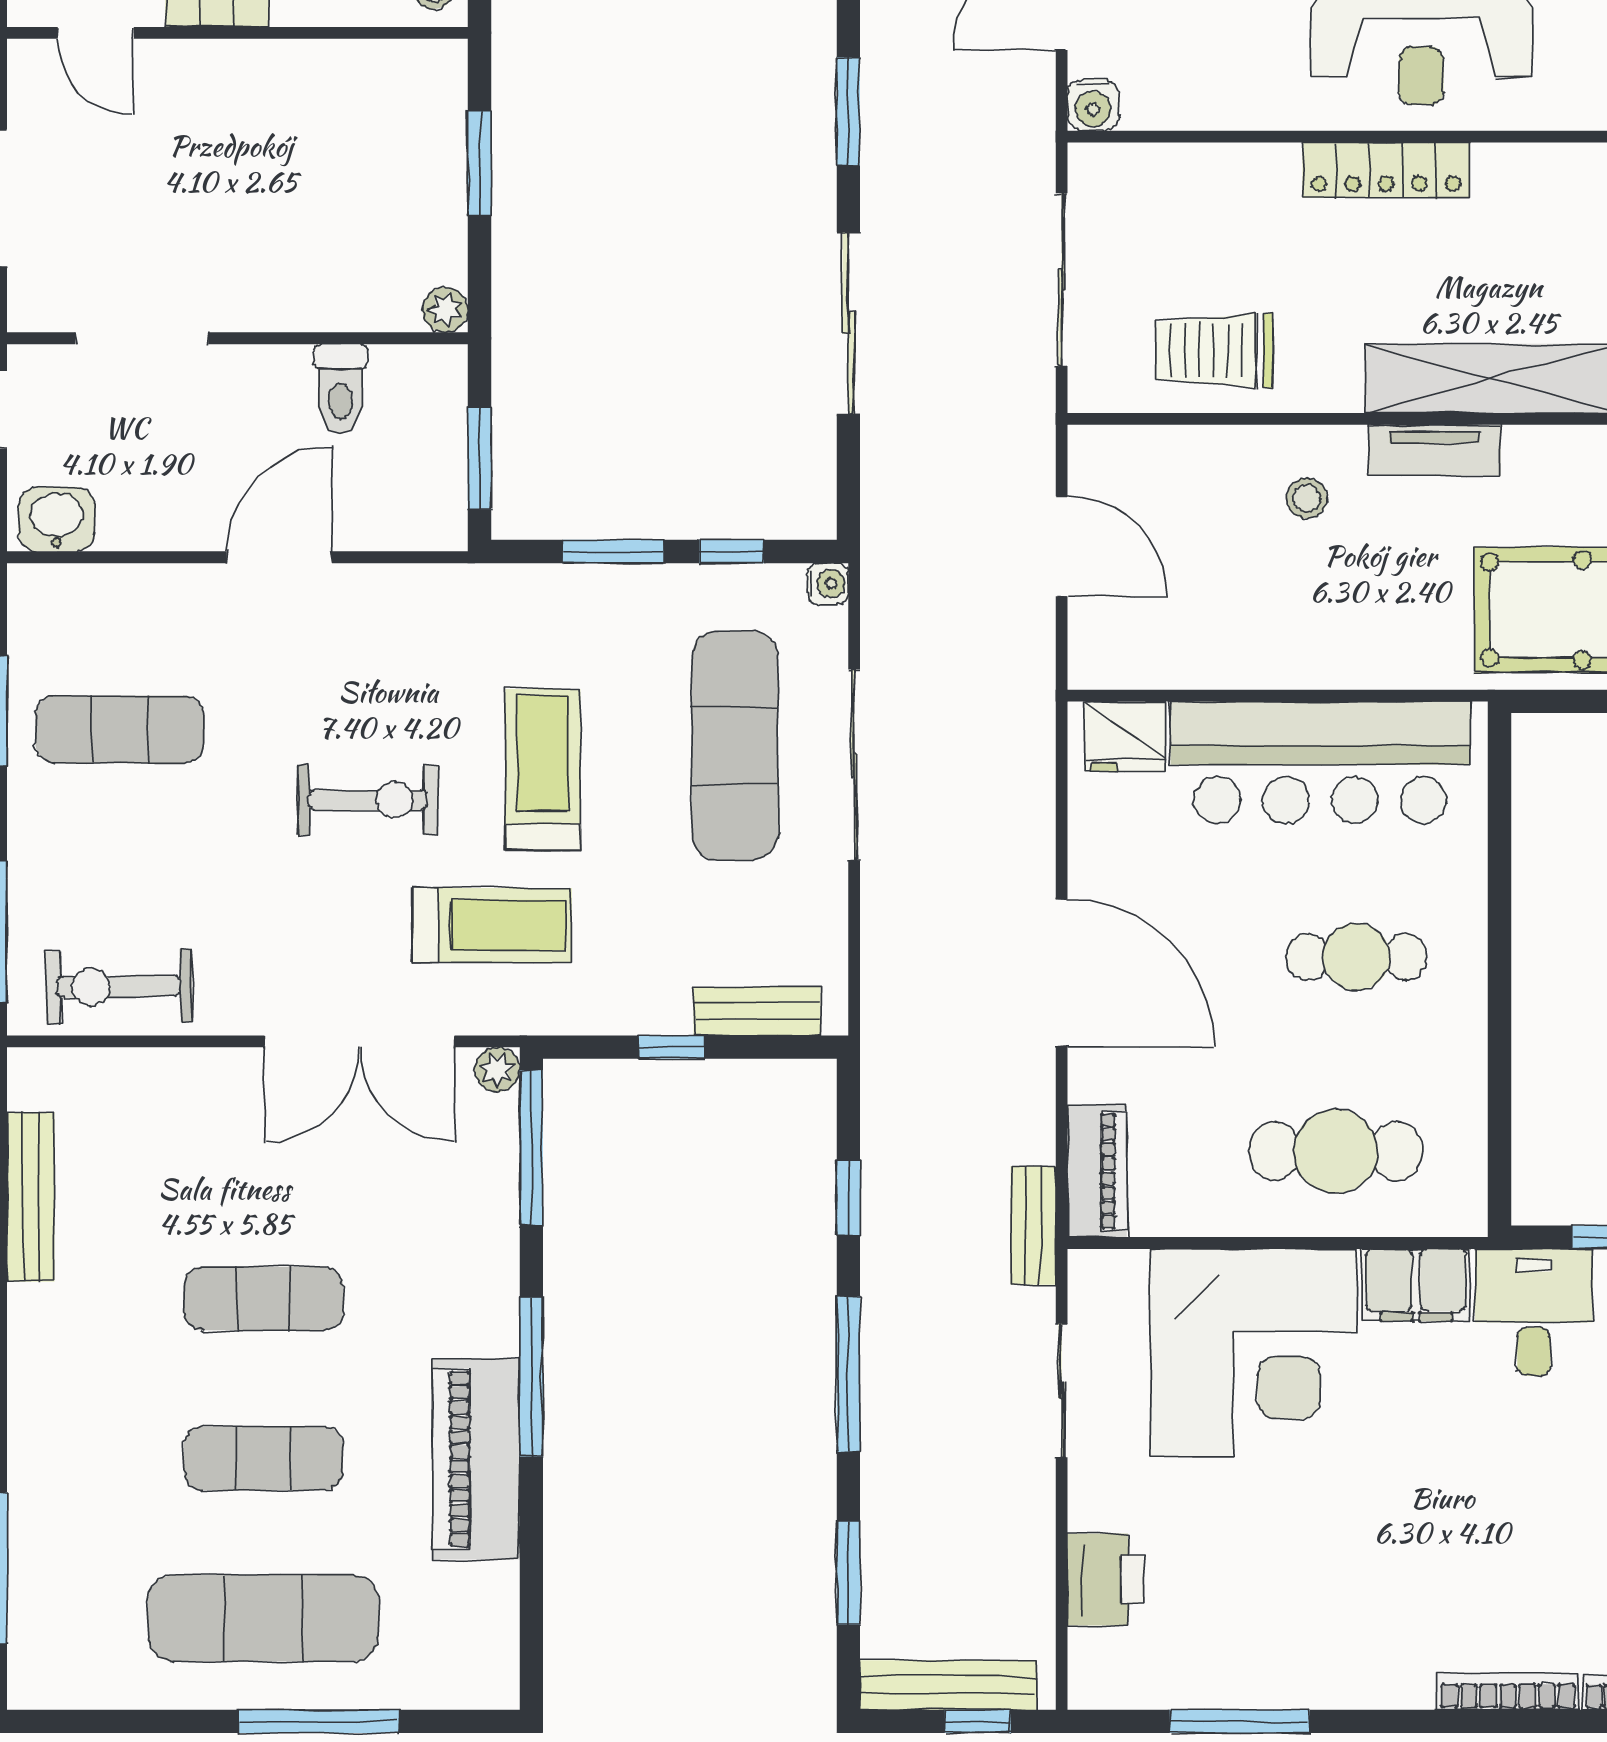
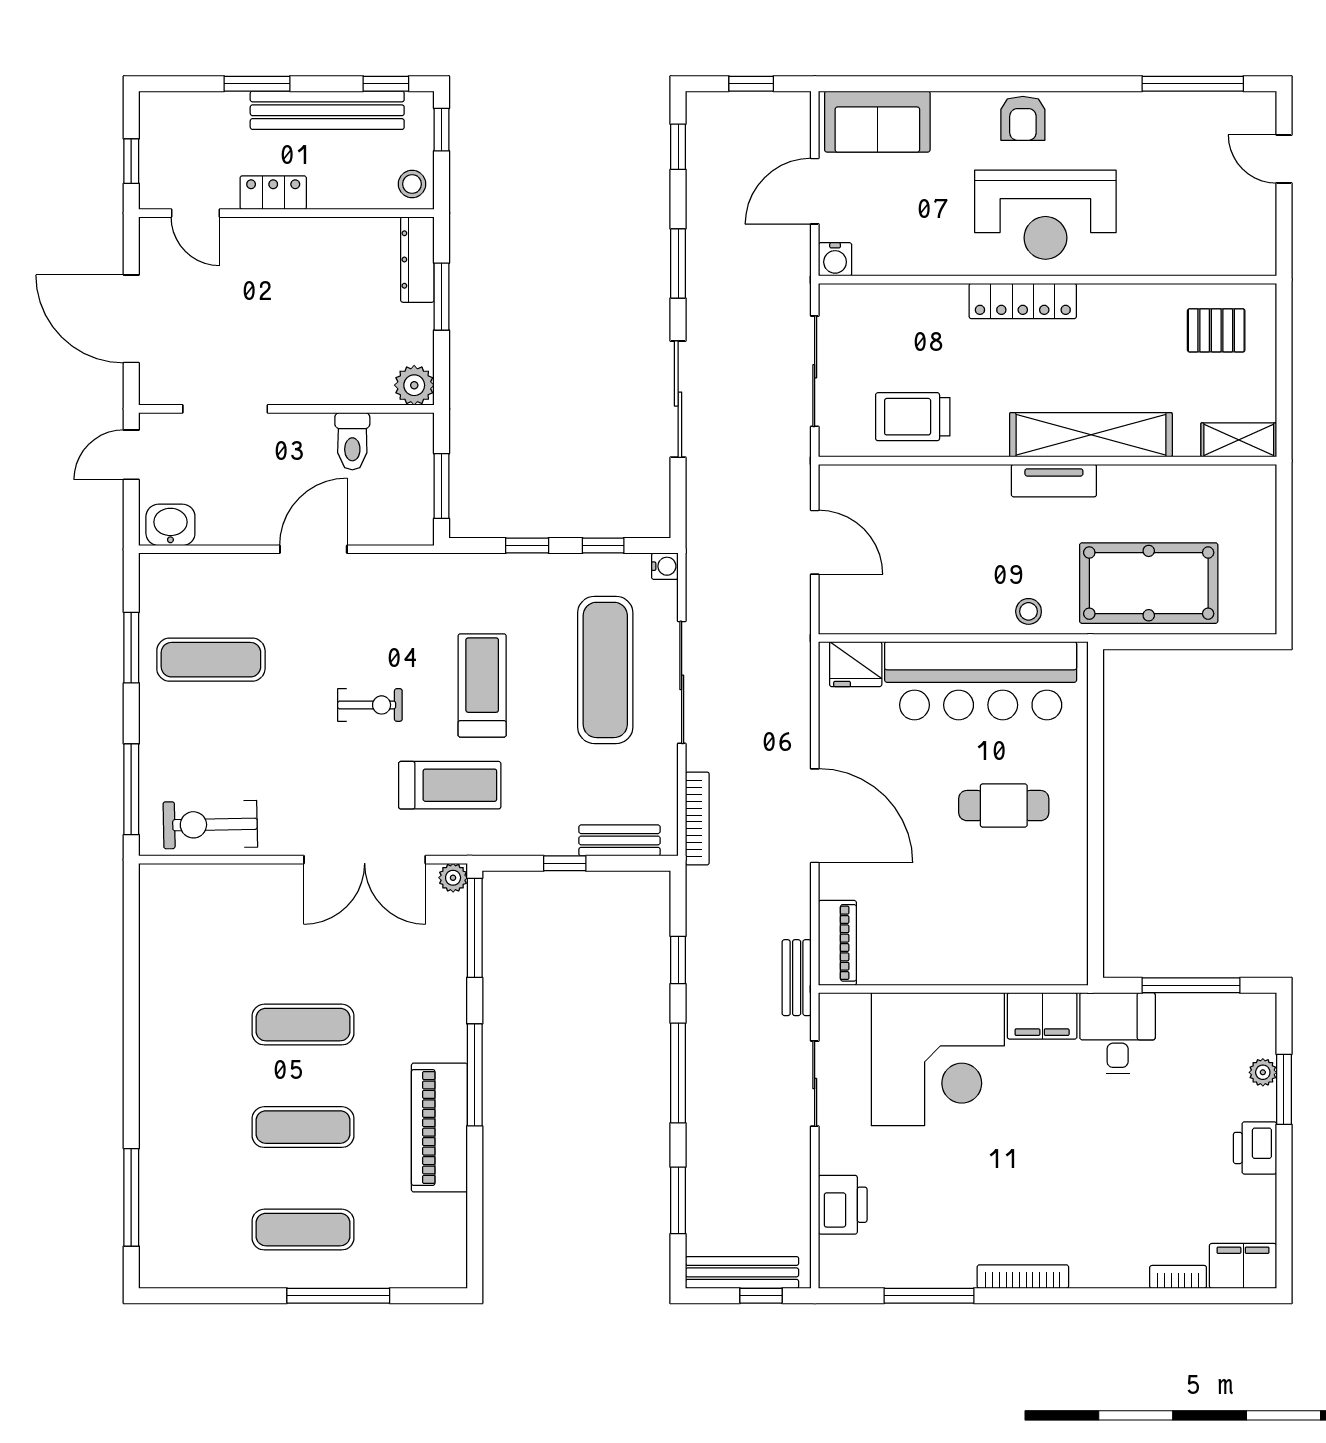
dresser: (442, 105) -> (417, 260), added
plant: (445, 310) -> (414, 385), width x1.38, depth x1.38
stool: (1307, 498) -> (1029, 611), moved
window: (613, 551) -> (527, 546), width x0.67
exercise bike: (368, 800) -> (370, 705), width x0.73, depth x0.72
bookcase: (878, 977) -> (697, 818), added
cafe table: (1336, 1151) -> (990, 930), removed
bench: (31, 1197) -> (154, 959), removed
exercise mat: (263, 1618) -> (303, 1230), width x0.73, depth x0.69
bookcase: (1508, 1692) -> (1023, 1277), moved

